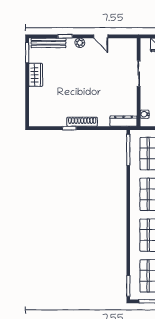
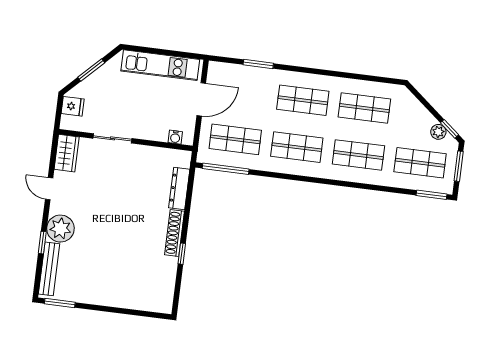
door: (101, 36) -> (49, 189), swing flipped
plant: (80, 43) -> (60, 229), width x1.88, depth x1.88
wardrobe: (36, 75) -> (67, 153), moved, turned 90
dresser: (123, 121) -> (179, 188), moved

